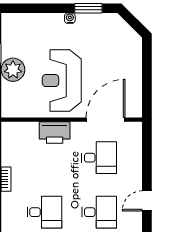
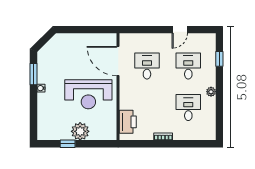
printer: (55, 132) -> (128, 122), moved
door: (147, 201) -> (180, 30), hinge flipped

